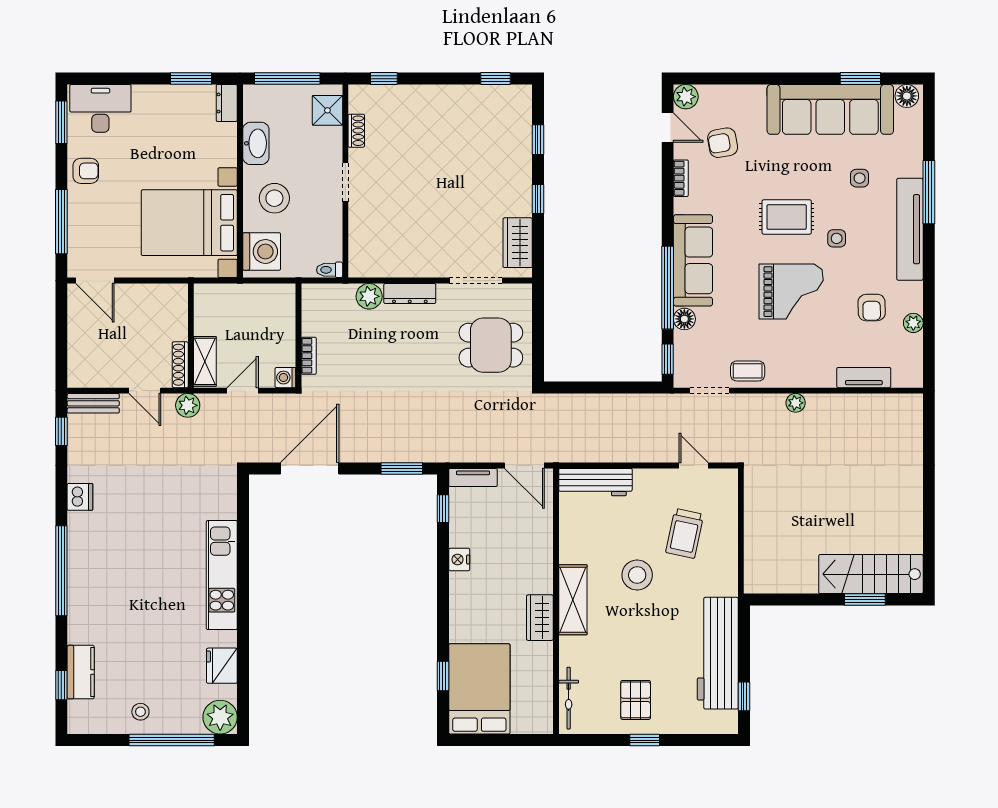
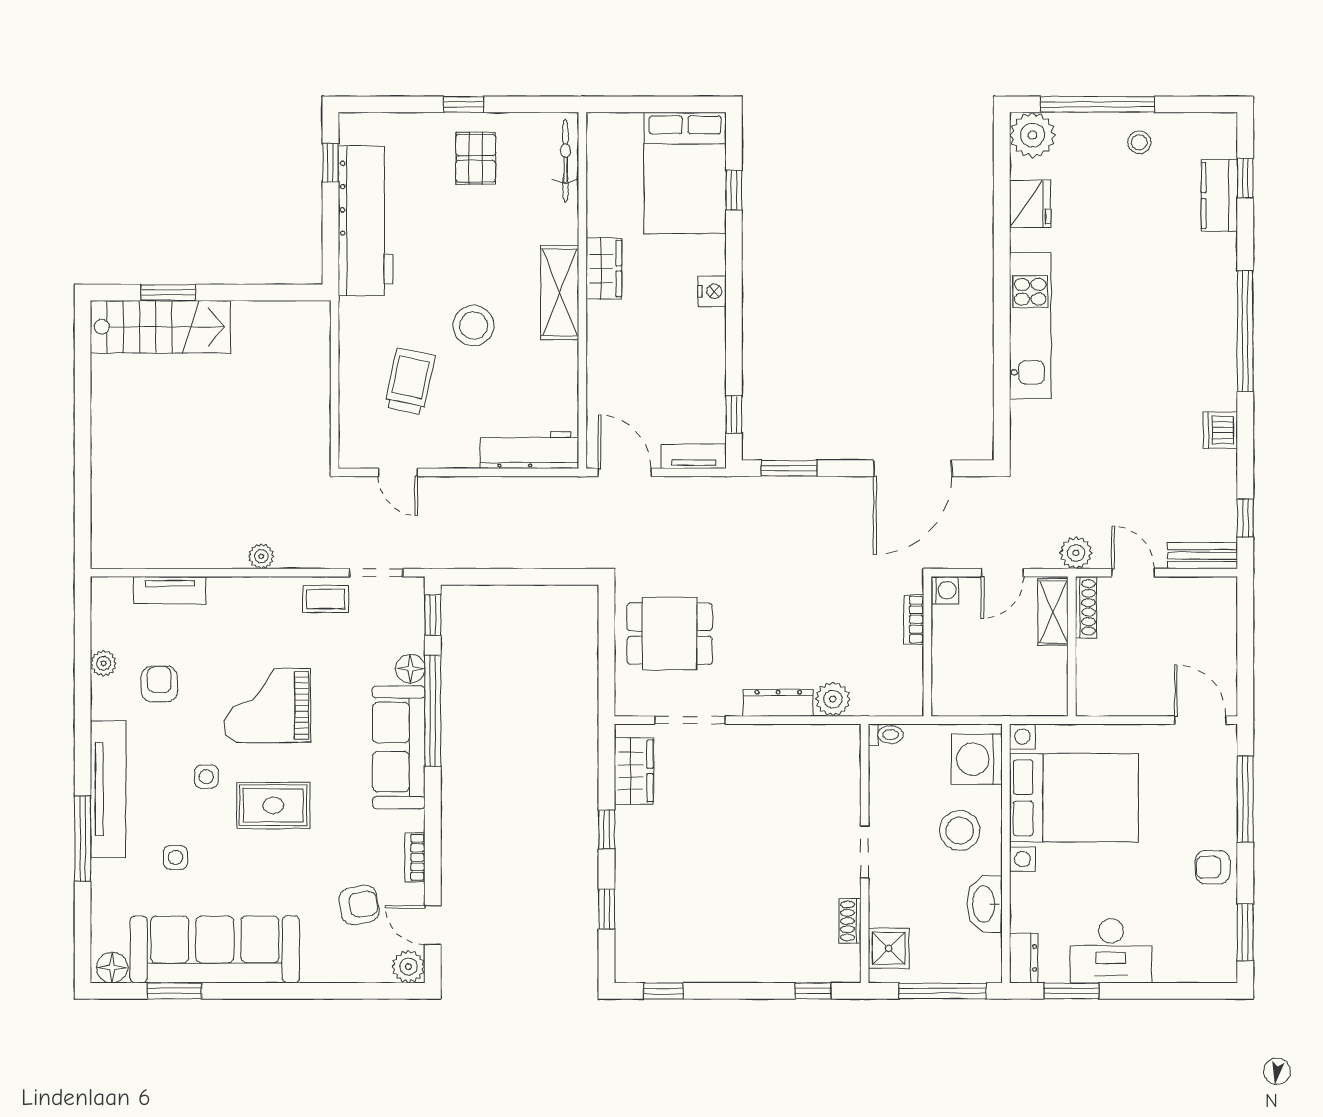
desk: (100, 108) -> (1111, 951), moved
nightstand: (459, 560) -> (712, 291), moved

